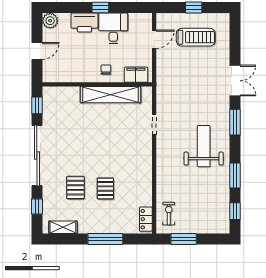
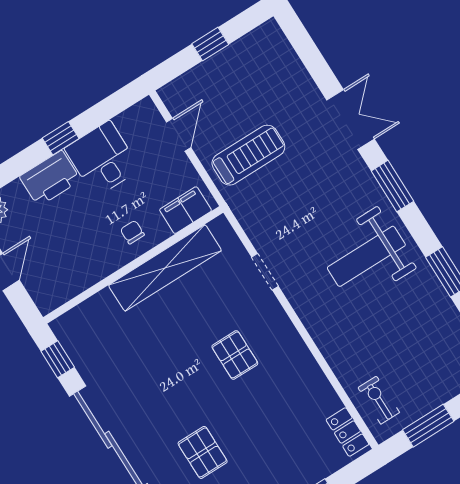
treadmill: (196, 37) -> (248, 155), moved
weight bench: (204, 146) -> (366, 256), turned -90
pallet: (105, 189) -> (235, 355), moved

